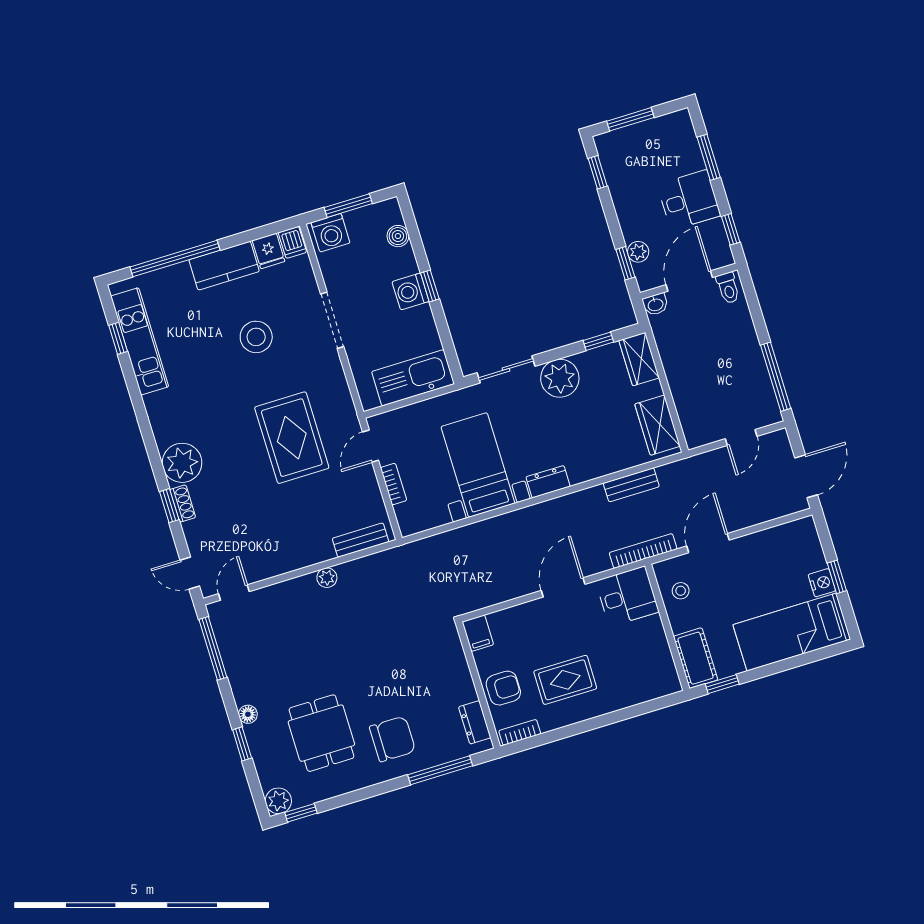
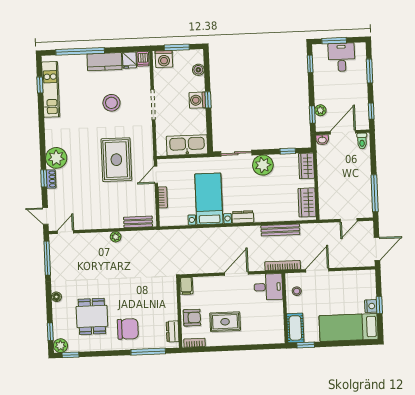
desk: (689, 200) -> (342, 57), moved, turned -90
bench: (631, 485) -> (280, 230), width x1.36
window: (242, 744) -> (50, 332), moved

